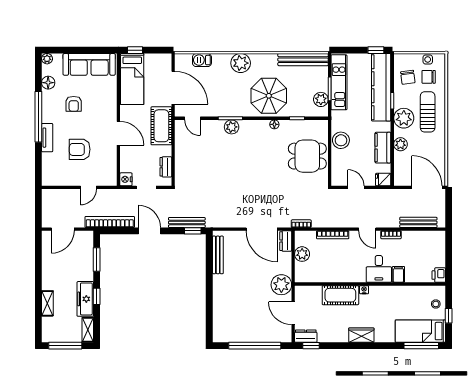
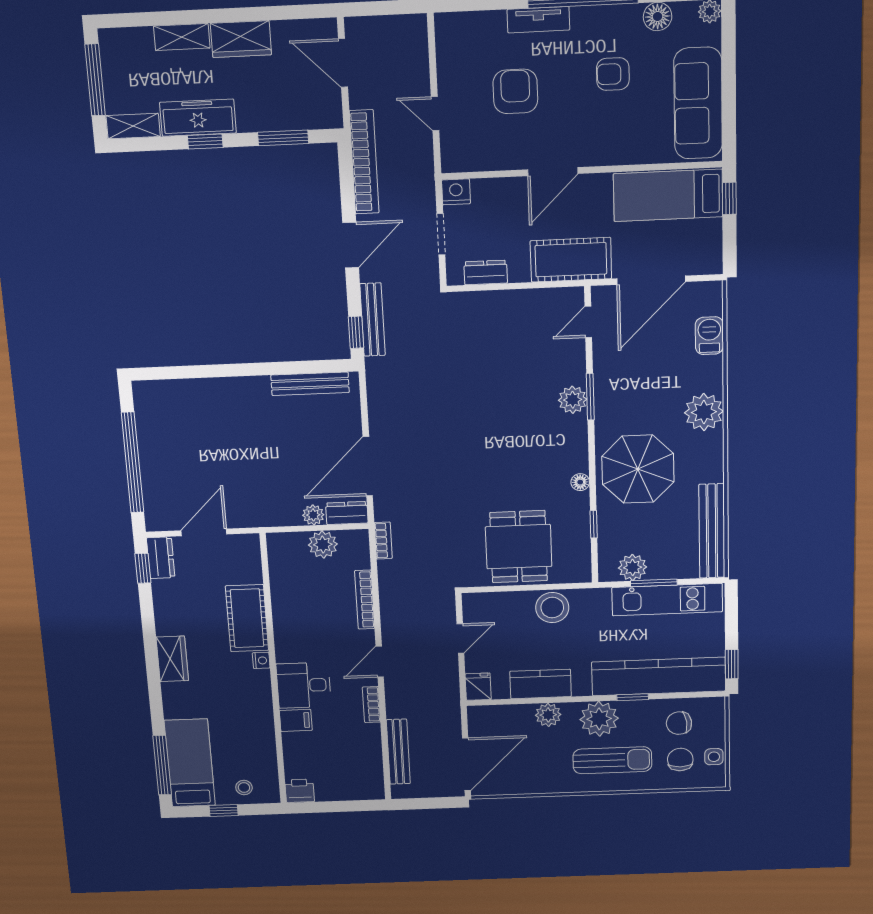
wardrobe: (50, 276) -> (241, 39), added
plant: (281, 285) -> (313, 515), moved, width x0.53, depth x0.53

